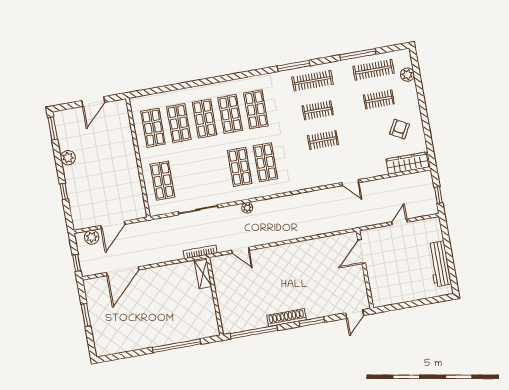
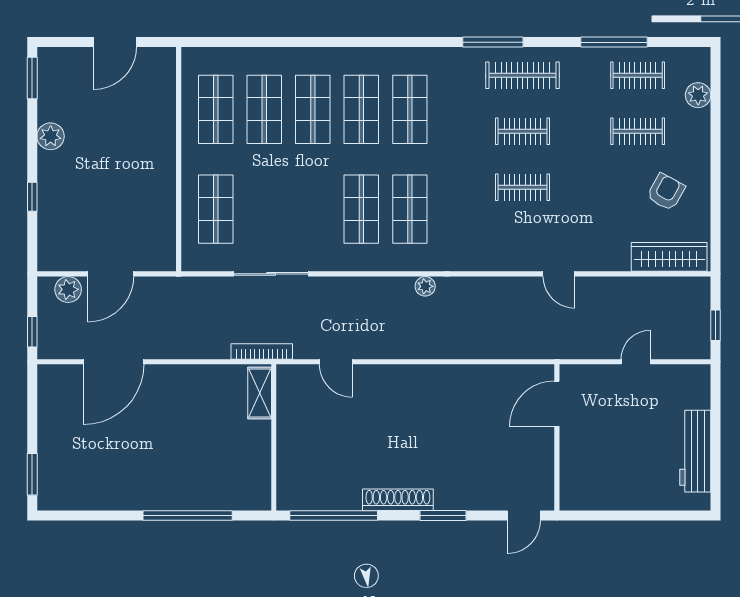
clothes rail: (373, 70) -> (638, 75), width x0.73
plant: (247, 208) -> (425, 286), moved
window: (86, 315) -> (32, 474), moved

